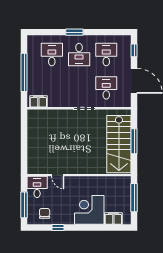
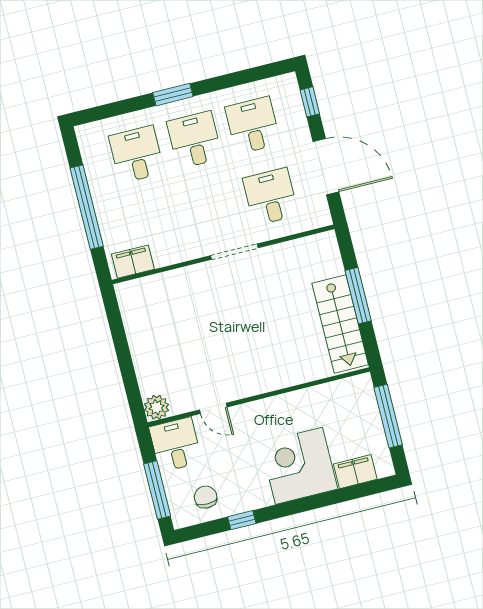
desk: (79, 55) -> (195, 140), turned 180
stairs: (119, 144) -> (340, 324), width x0.73, depth x0.66
plant: (33, 168) -> (157, 407), added

